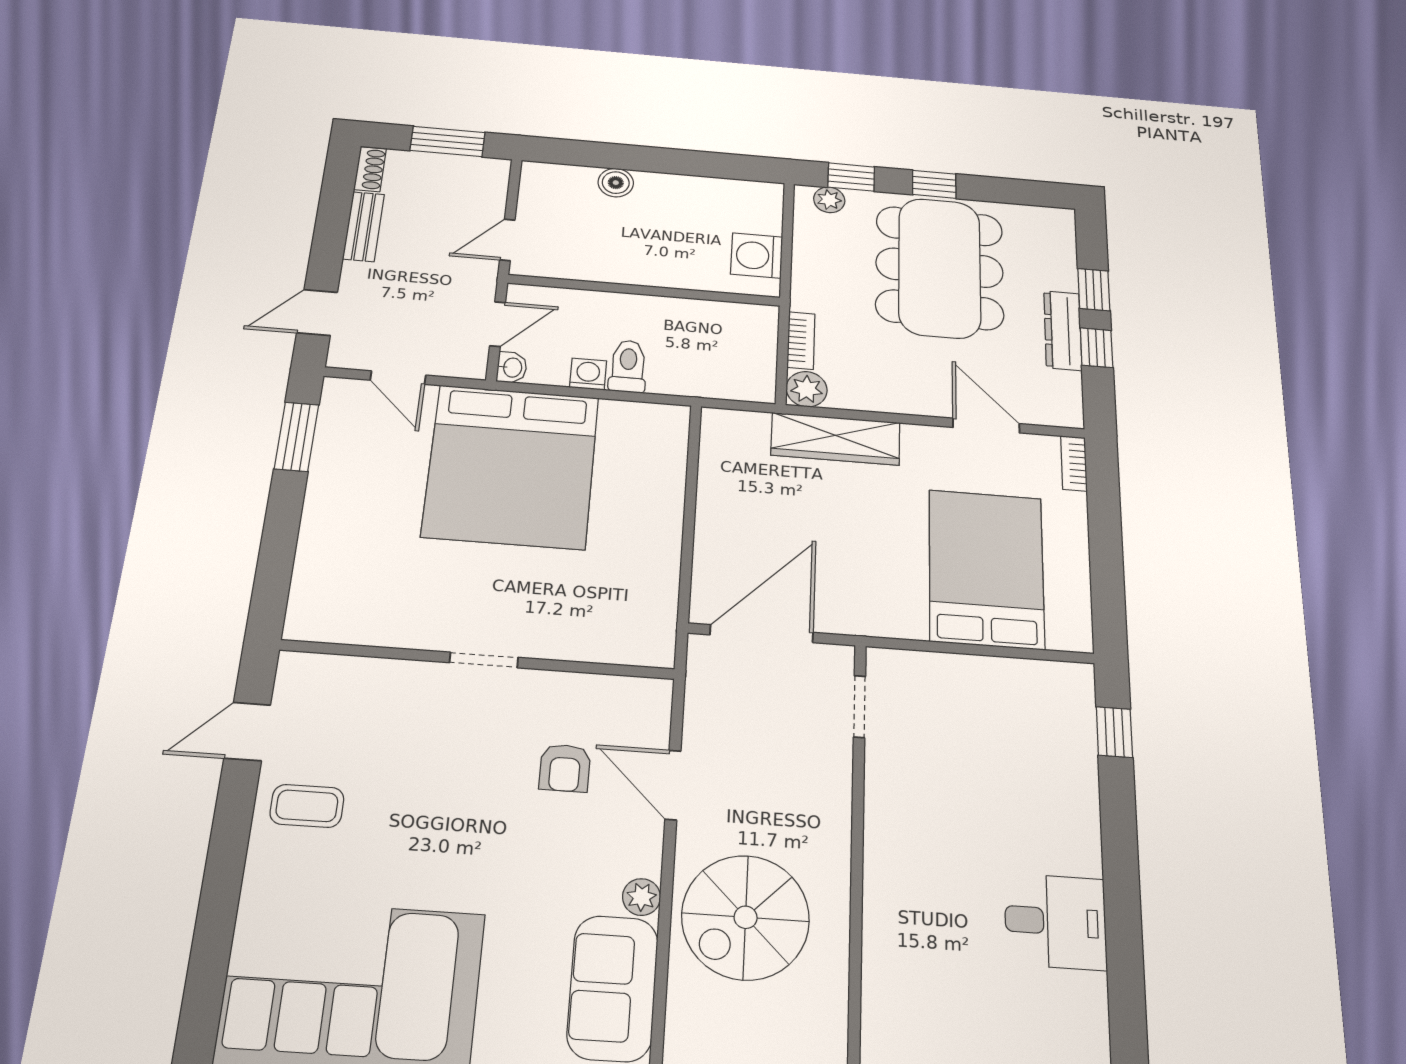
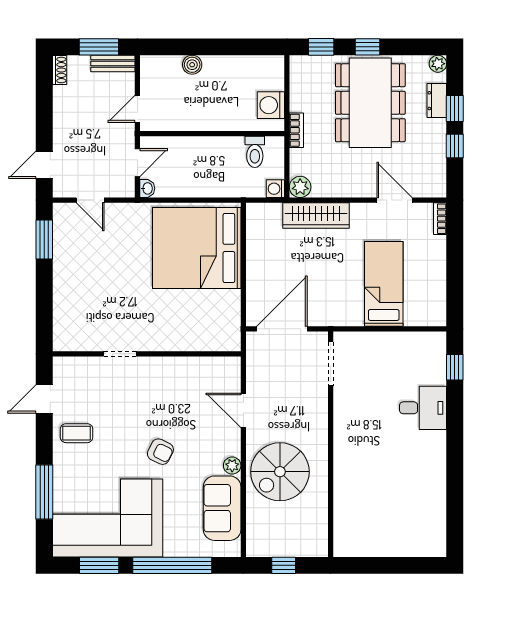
plant: (829, 200) -> (438, 64), moved
bench: (364, 227) -> (113, 64), moved, turned 90
dresser: (1063, 330) -> (437, 101), moved, width x0.70
bookcase: (801, 341) -> (296, 130), moved
toilet: (628, 366) -> (255, 152), moved, turned 180
washing machine: (588, 374) -> (275, 189), moved, turned -90
bed: (511, 466) -> (197, 248), moved, turned 90
bed: (986, 569) -> (384, 284), width x0.67
doorway: (484, 660) -> (120, 354), moved
doorway: (859, 707) -> (331, 364), width x1.38
armchair: (565, 768) -> (160, 452), moved, turned -64
desk: (1056, 922) -> (423, 408), moved
window: (215, 926) -> (44, 492), added

